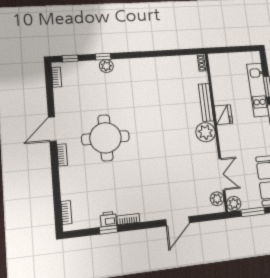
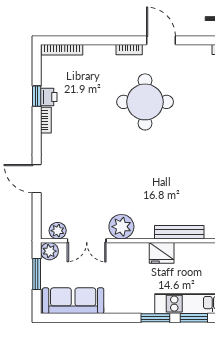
plant: (206, 132) -> (121, 227), moved
bookcase: (66, 212) -> (62, 50), width x1.56

